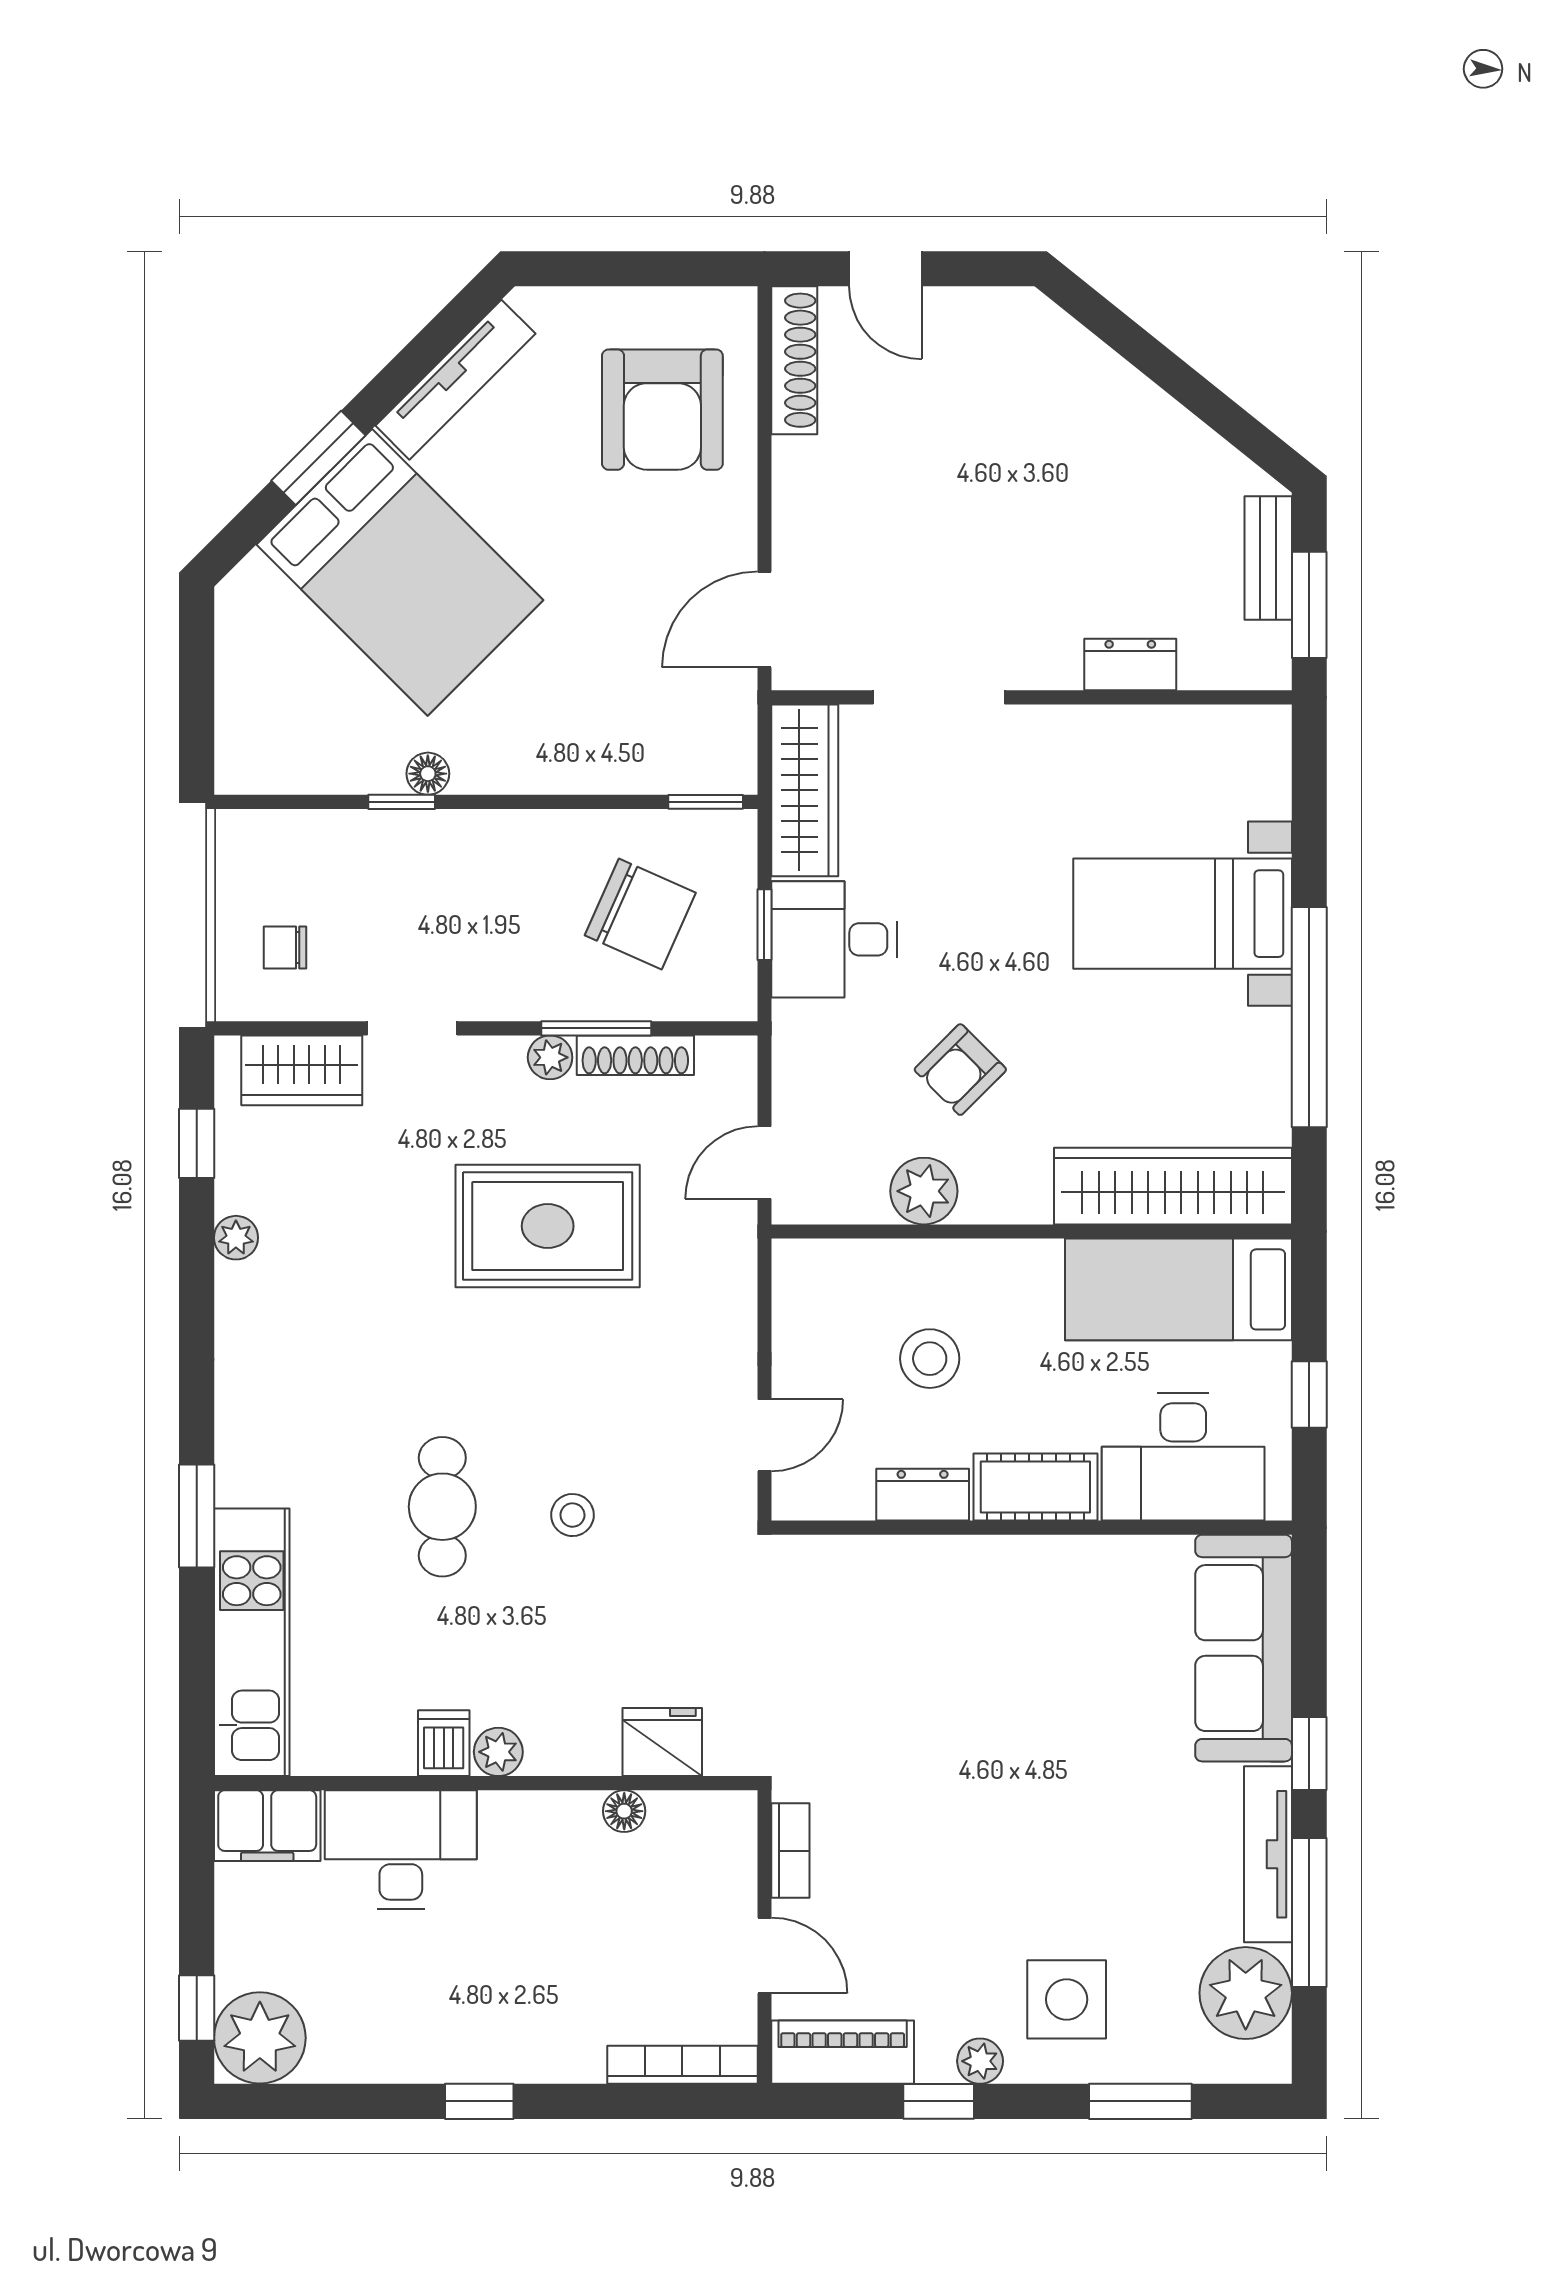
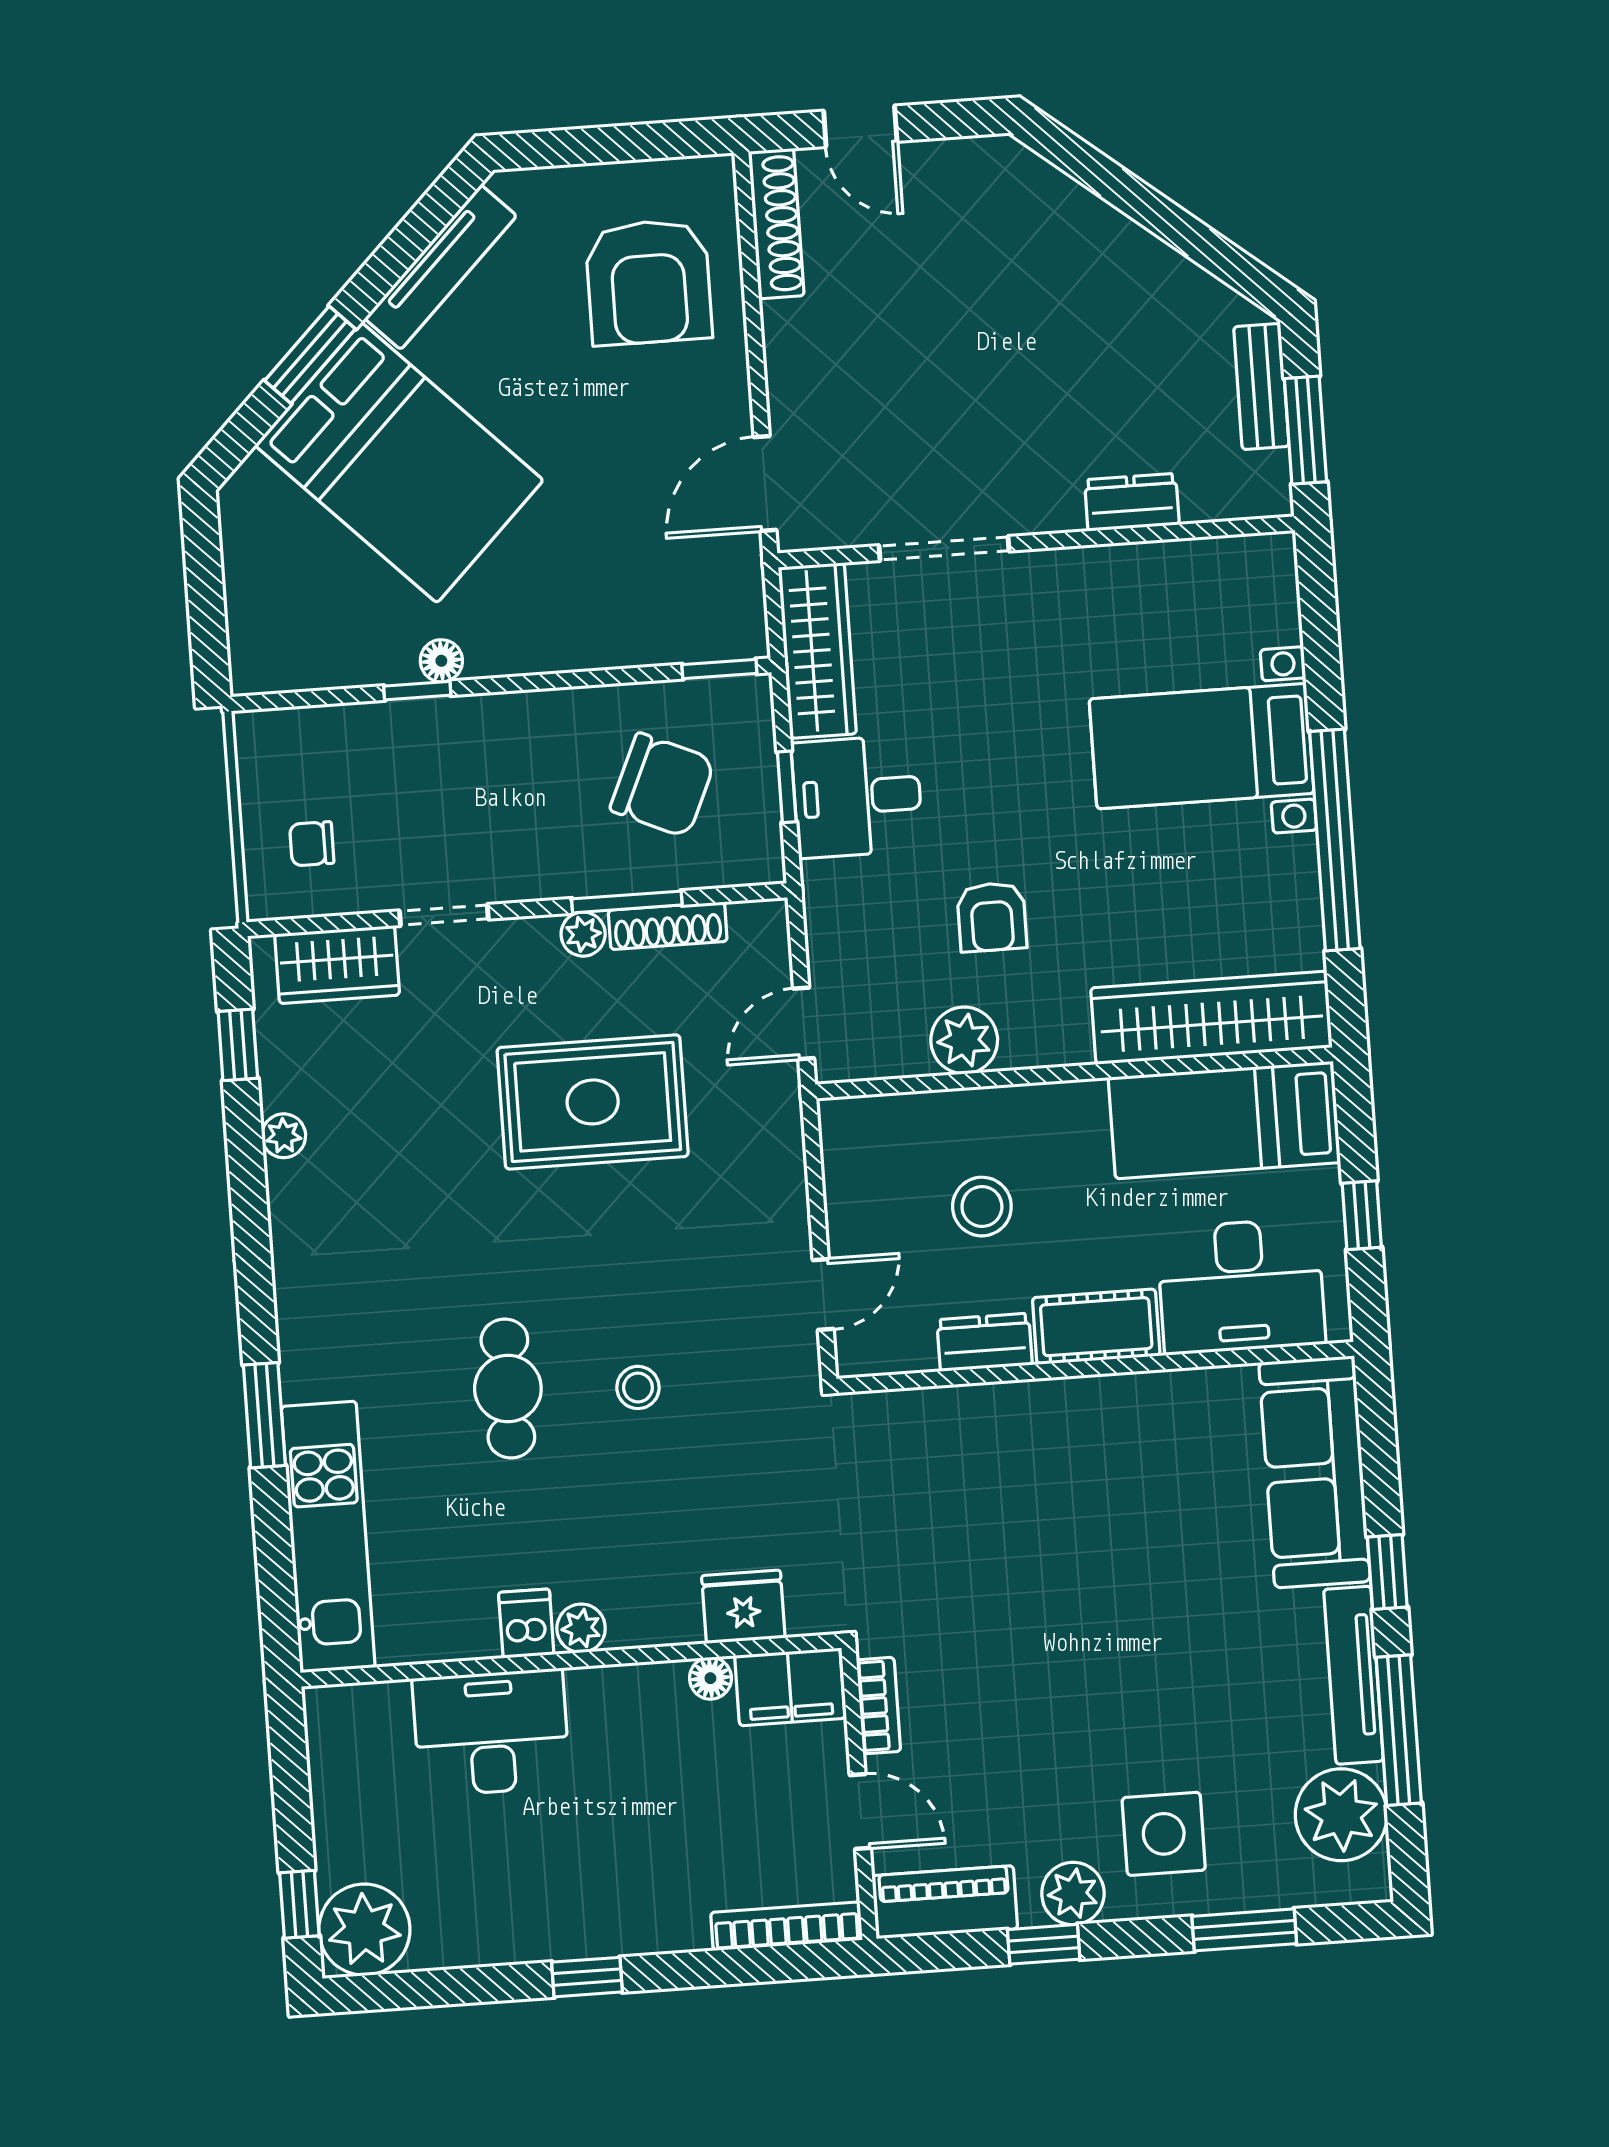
armchair: (960, 1070) -> (992, 917), turned -45
filing cabinet: (267, 1826) -> (790, 1687), moved
plant: (980, 2061) -> (1073, 1894), width x1.38, depth x1.38

